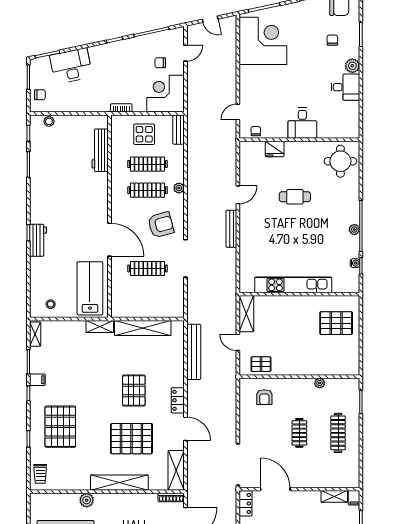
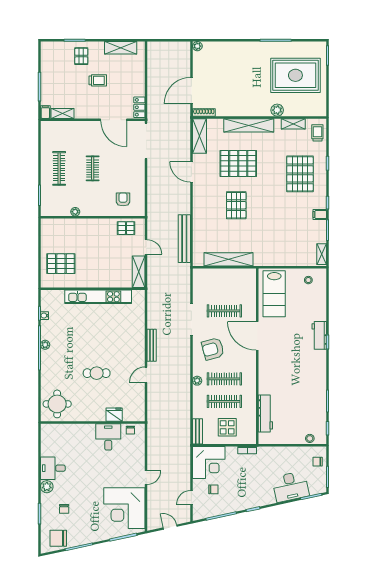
door: (238, 112) -> (146, 478), moved
desk: (302, 123) -> (108, 437), moved
shelving: (100, 326) -> (293, 124), moved
locker: (178, 400) -> (198, 197), removed

